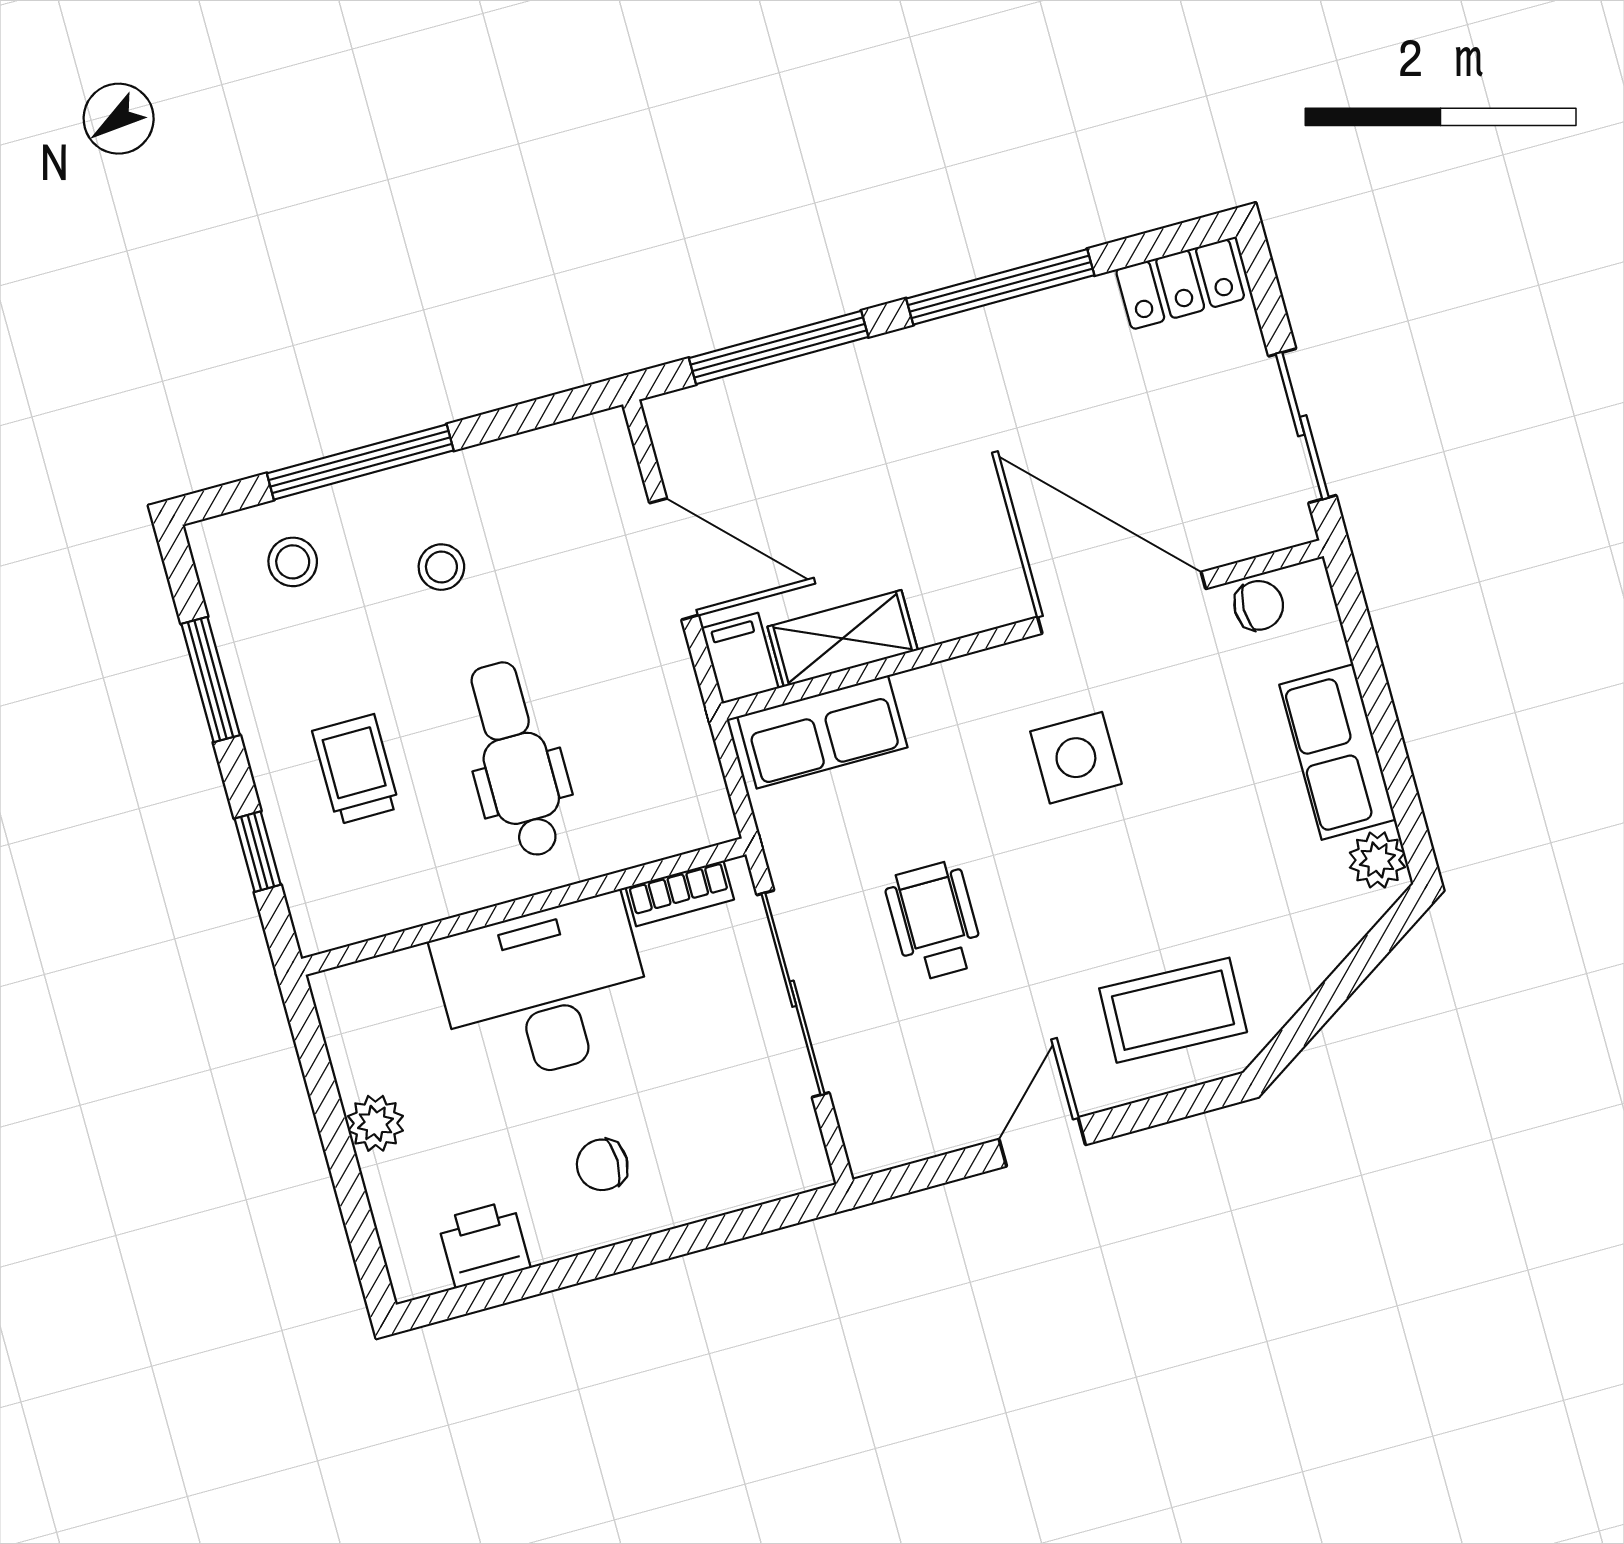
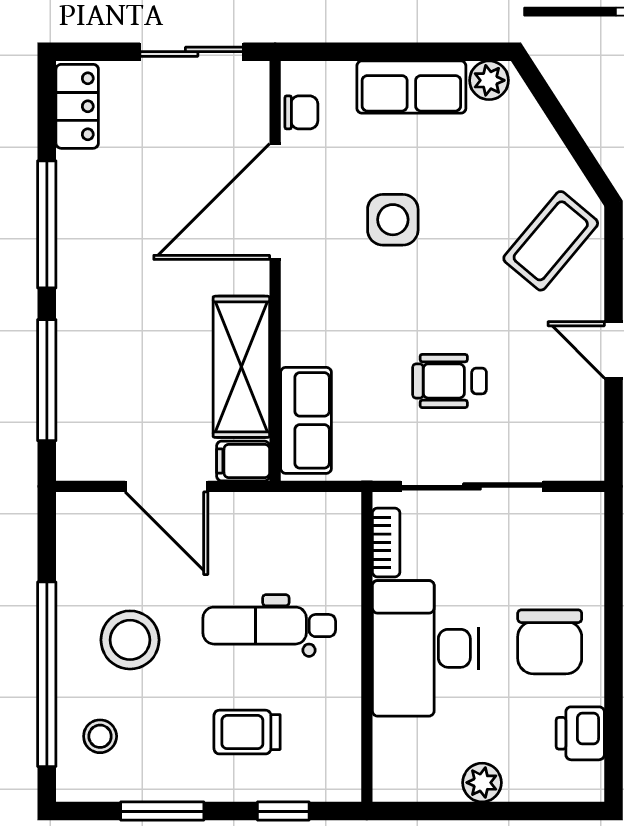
window: (360, 462) -> (47, 674), width x1.46
door: (674, 559) -> (166, 486), swing flipped
stool: (441, 567) -> (130, 640), width x1.89, depth x1.89
chair: (1259, 605) -> (301, 112), turned 90
shelving: (843, 638) -> (241, 367), width x1.50, depth x1.33
side table: (1076, 758) -> (393, 220), moved
coffee table: (1173, 1010) -> (551, 241), turned 38
chair: (602, 1165) -> (550, 642), width x1.87, depth x1.87

